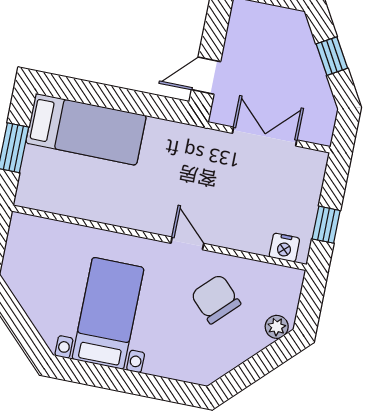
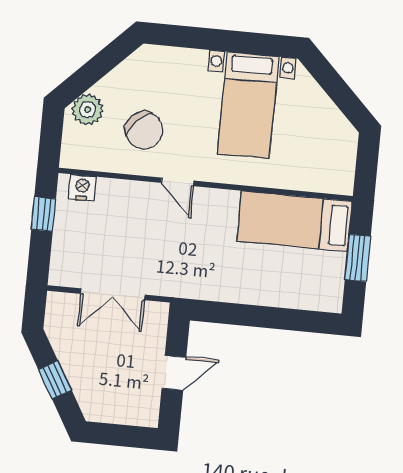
door: (206, 76) -> (174, 373), moved
bed: (86, 129) -> (294, 221), moved
plant: (277, 327) -> (88, 110), width x1.38, depth x1.38

